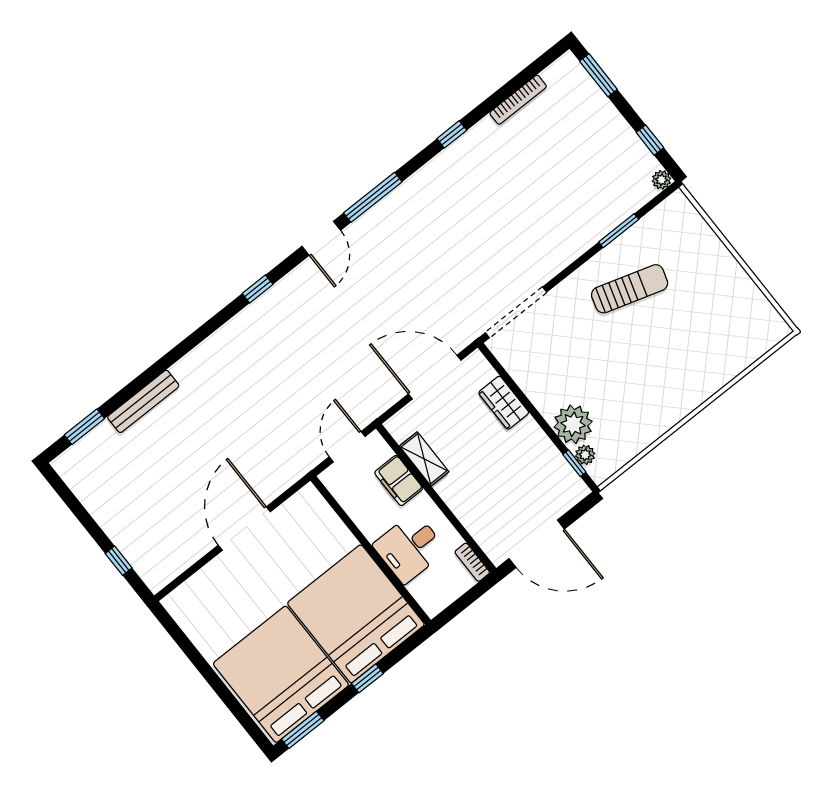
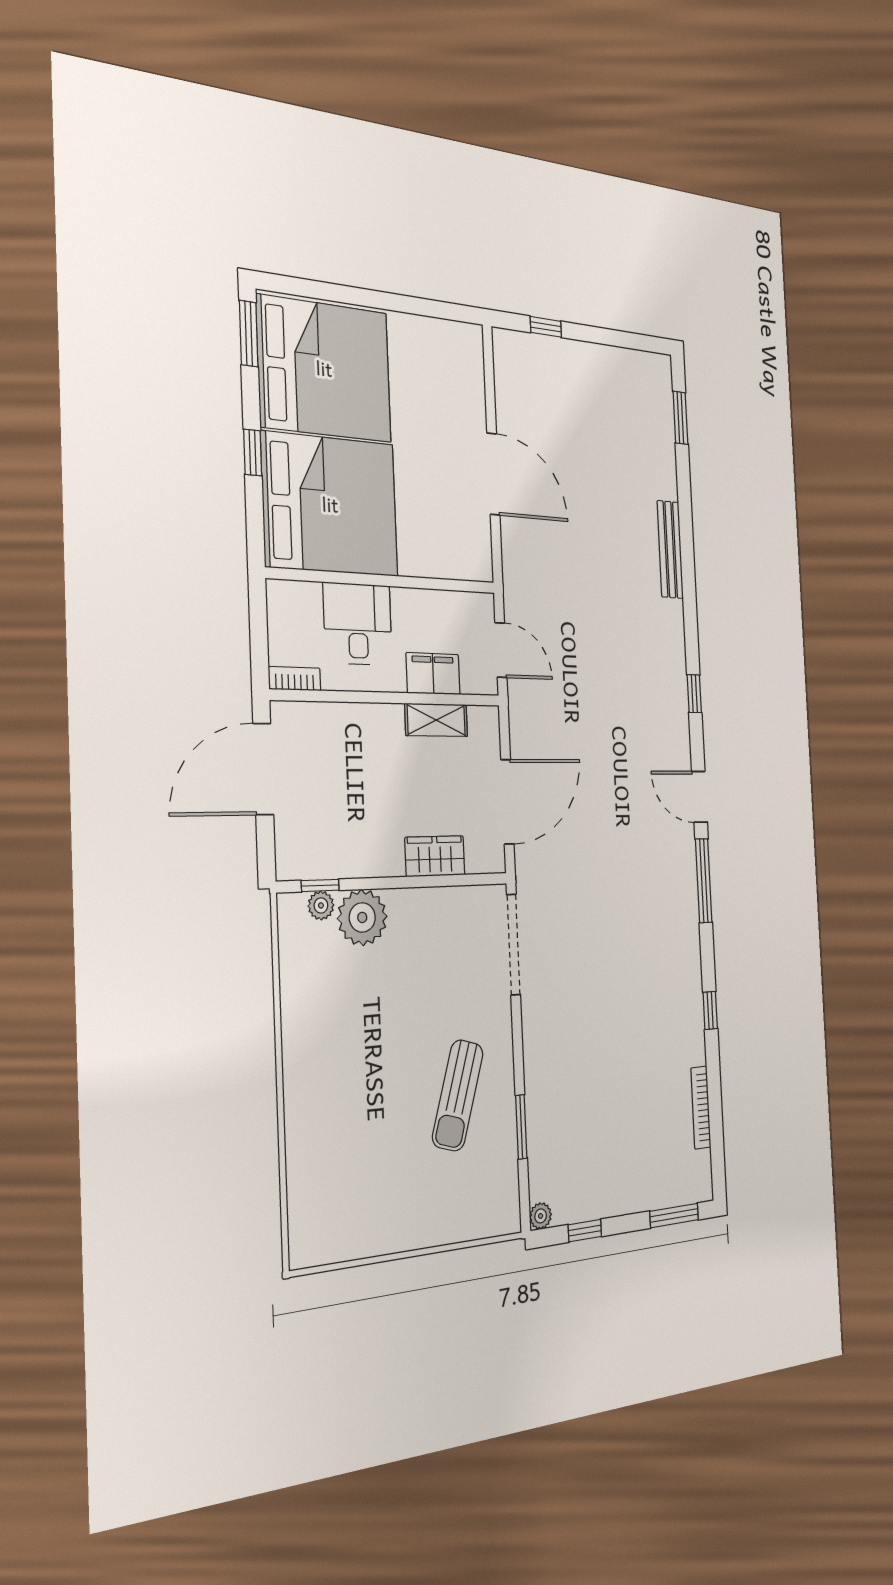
bench: (143, 401) -> (670, 549), moved

